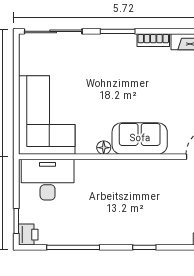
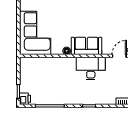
desk: (48, 180) -> (91, 69), moved

